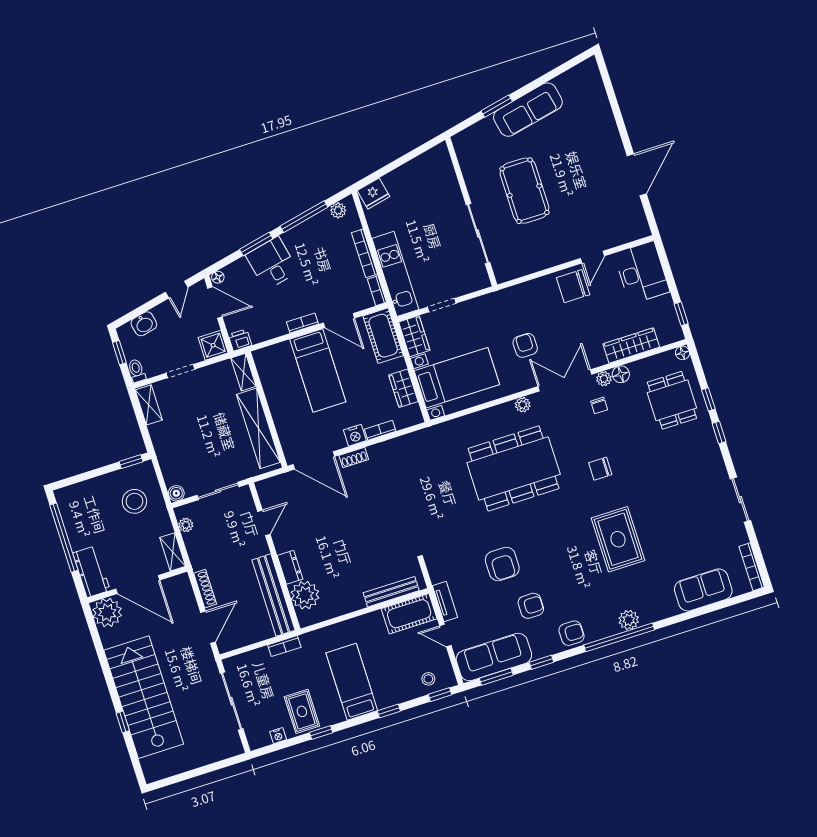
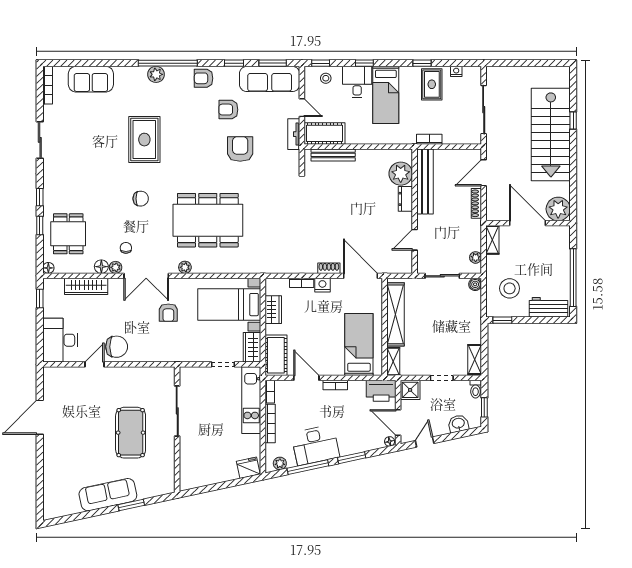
desk: (272, 263) -> (315, 445), moved, width x1.37
printer: (240, 340) -> (381, 391), width x1.87, depth x1.48
bed: (318, 370) -> (359, 344), moved
workbench: (91, 572) -> (548, 307), moved, turned 90
desk: (390, 686) -> (357, 82), added

